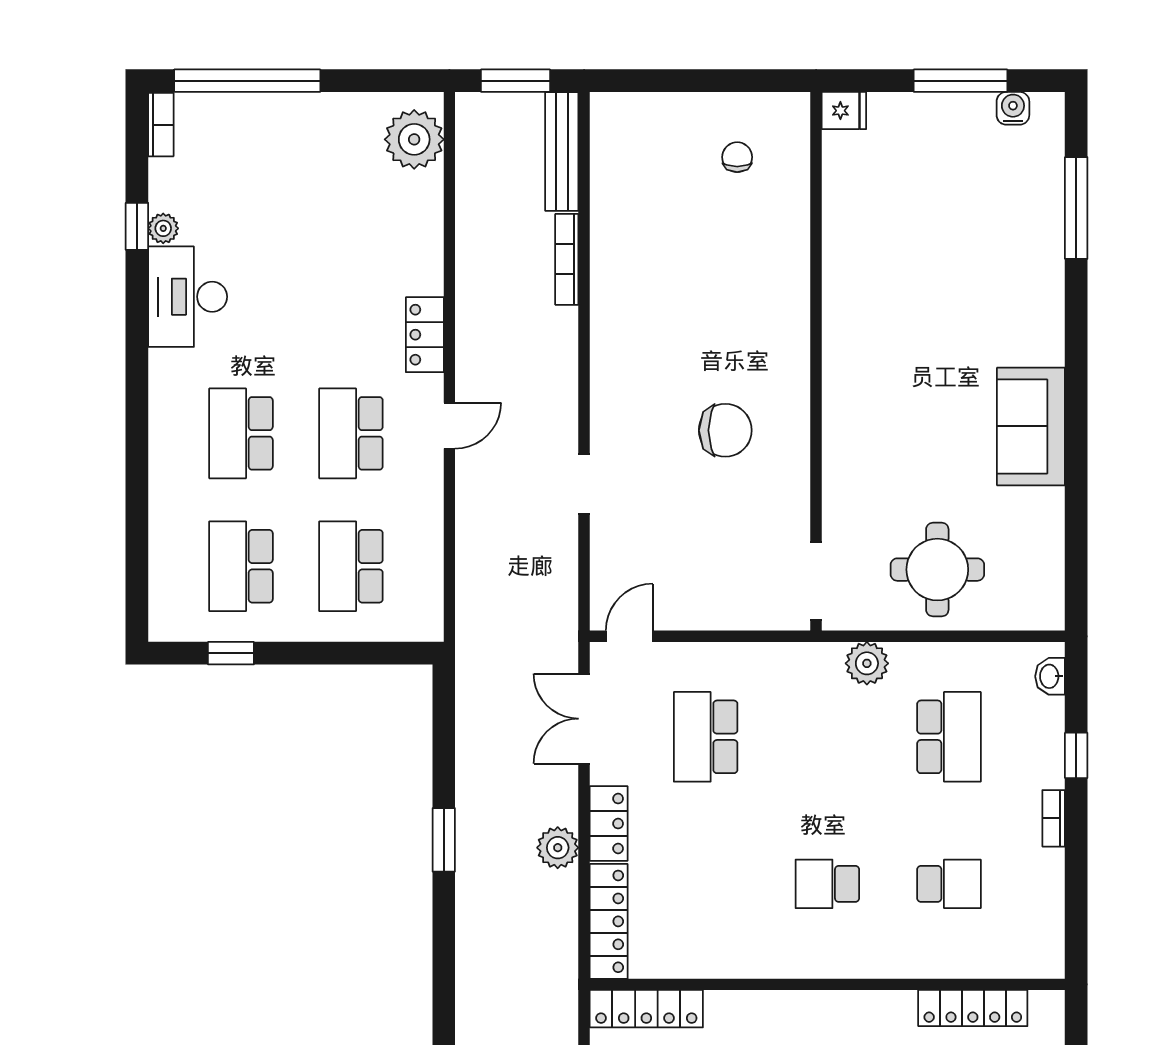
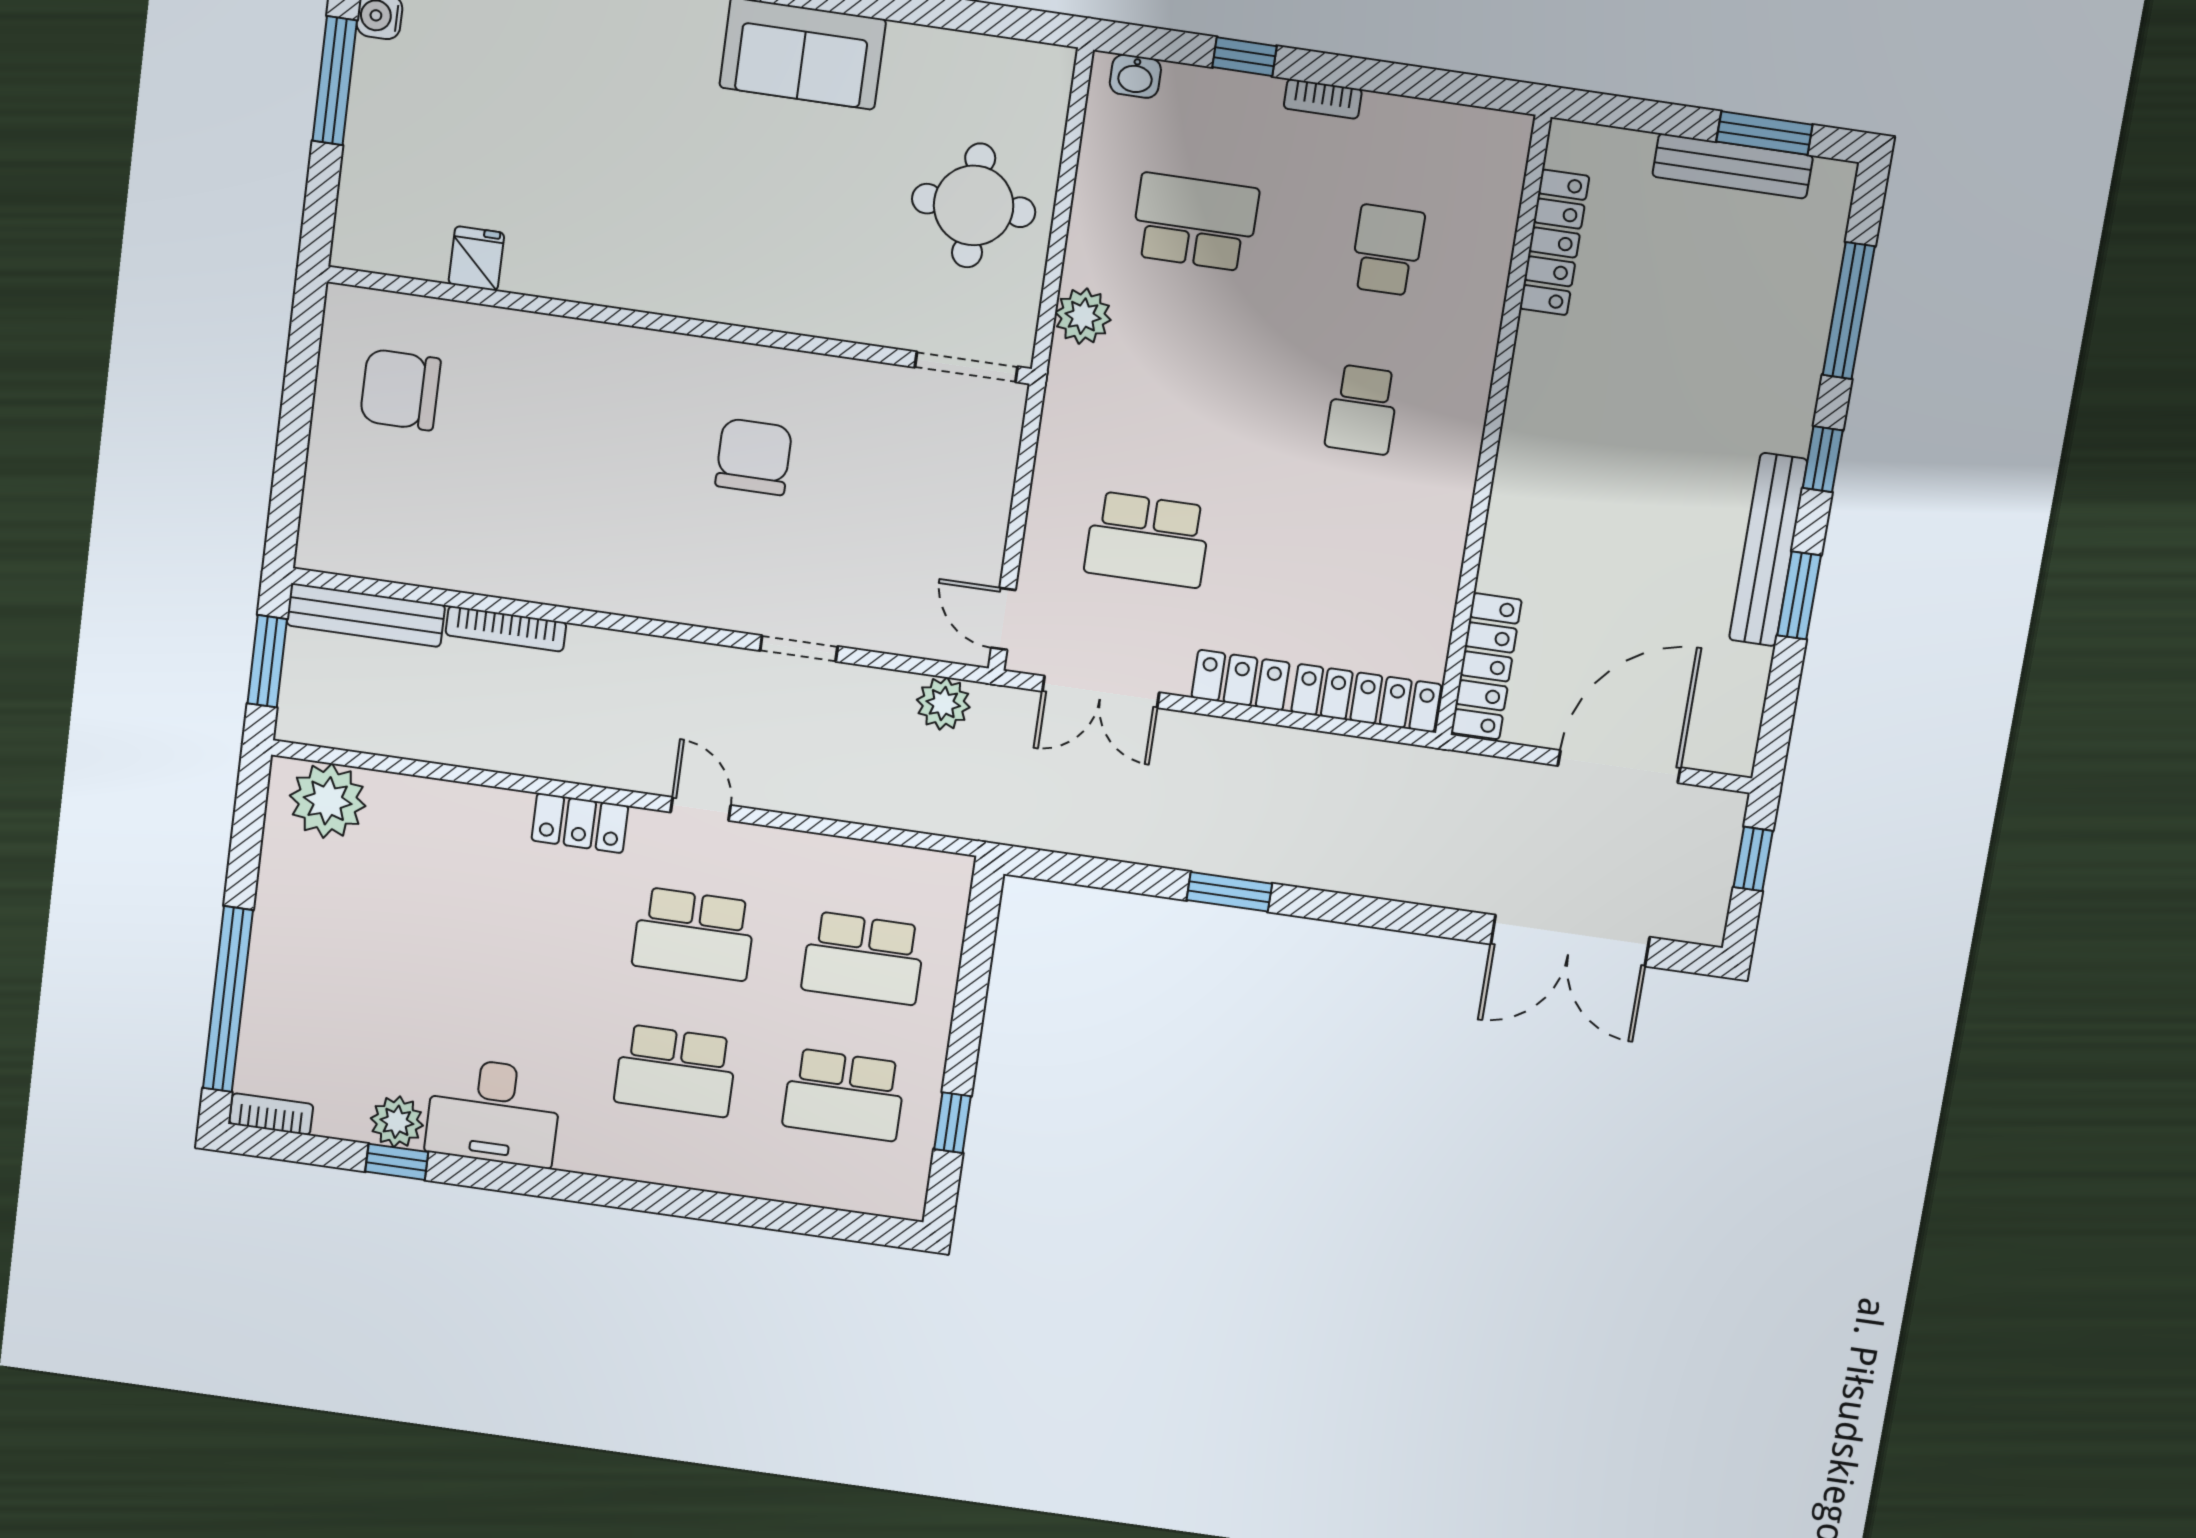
fridge: (844, 111) -> (476, 258), moved
chair: (737, 157) -> (400, 390), width x1.87, depth x1.87
plant: (163, 228) -> (397, 1122), width x1.38, depth x1.38
plant: (558, 848) -> (943, 704), moved

